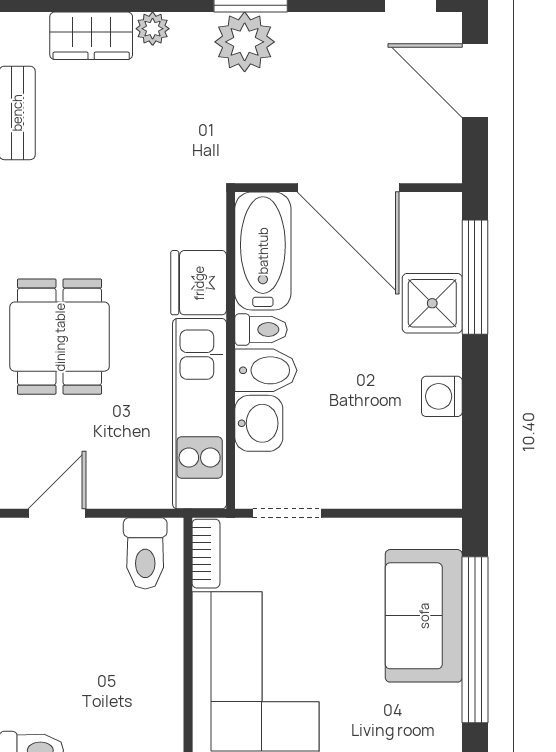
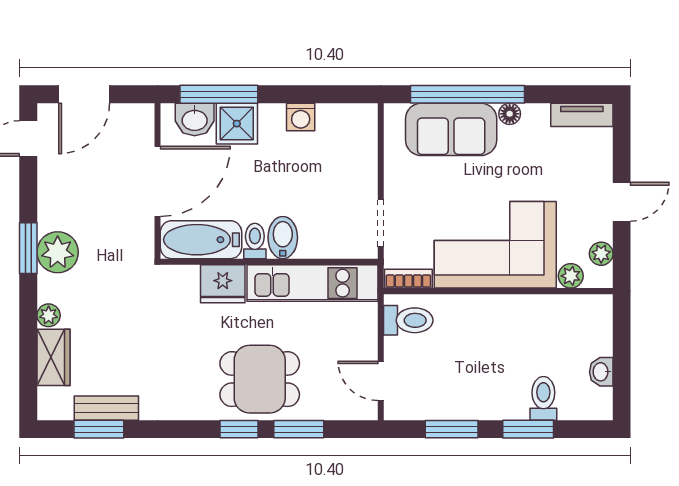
washbasin: (259, 423) -> (195, 119), moved, turned 180
floor lamp: (447, 701) -> (510, 114), added

